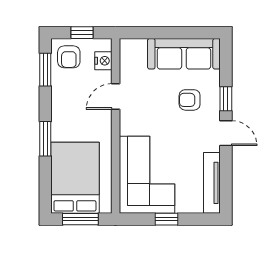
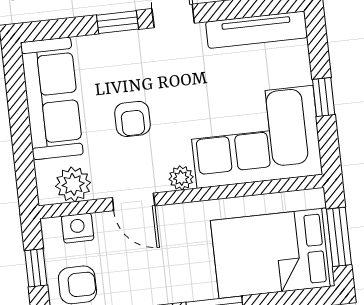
plant: (130, 61) -> (73, 184), added
armchair: (190, 100) -> (132, 119), moved
plant: (127, 127) -> (181, 178), added

